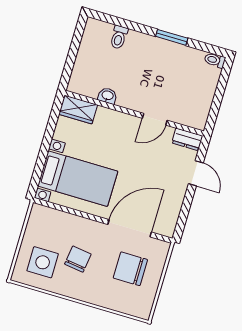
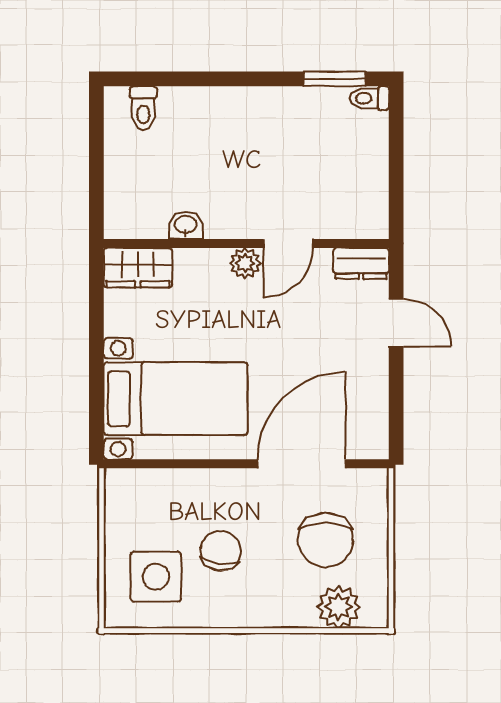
toilet: (119, 37) -> (143, 108), moved
window: (172, 37) -> (335, 79), moved
plant: (131, 123) -> (245, 263), added
chair: (130, 269) -> (326, 540), turned -90
plant: (127, 303) -> (339, 607), added

